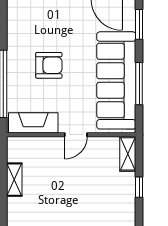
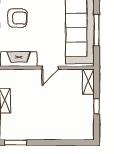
armchair: (49, 65) -> (17, 18), moved

